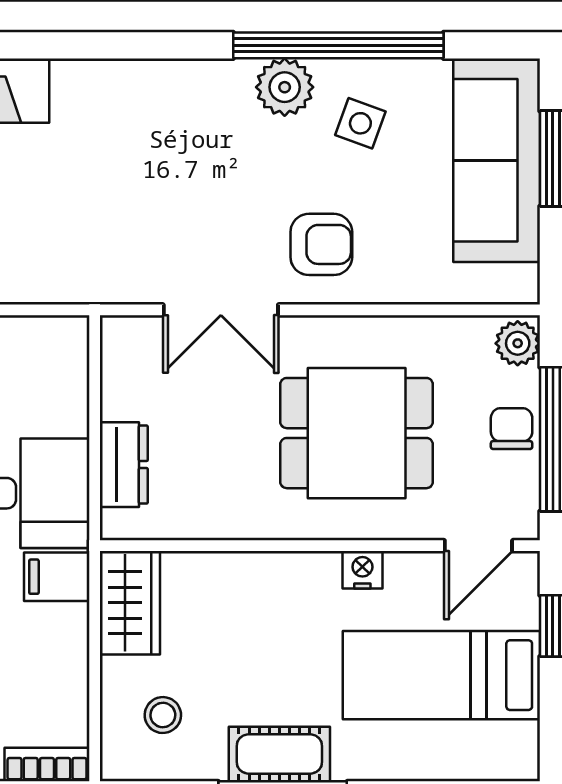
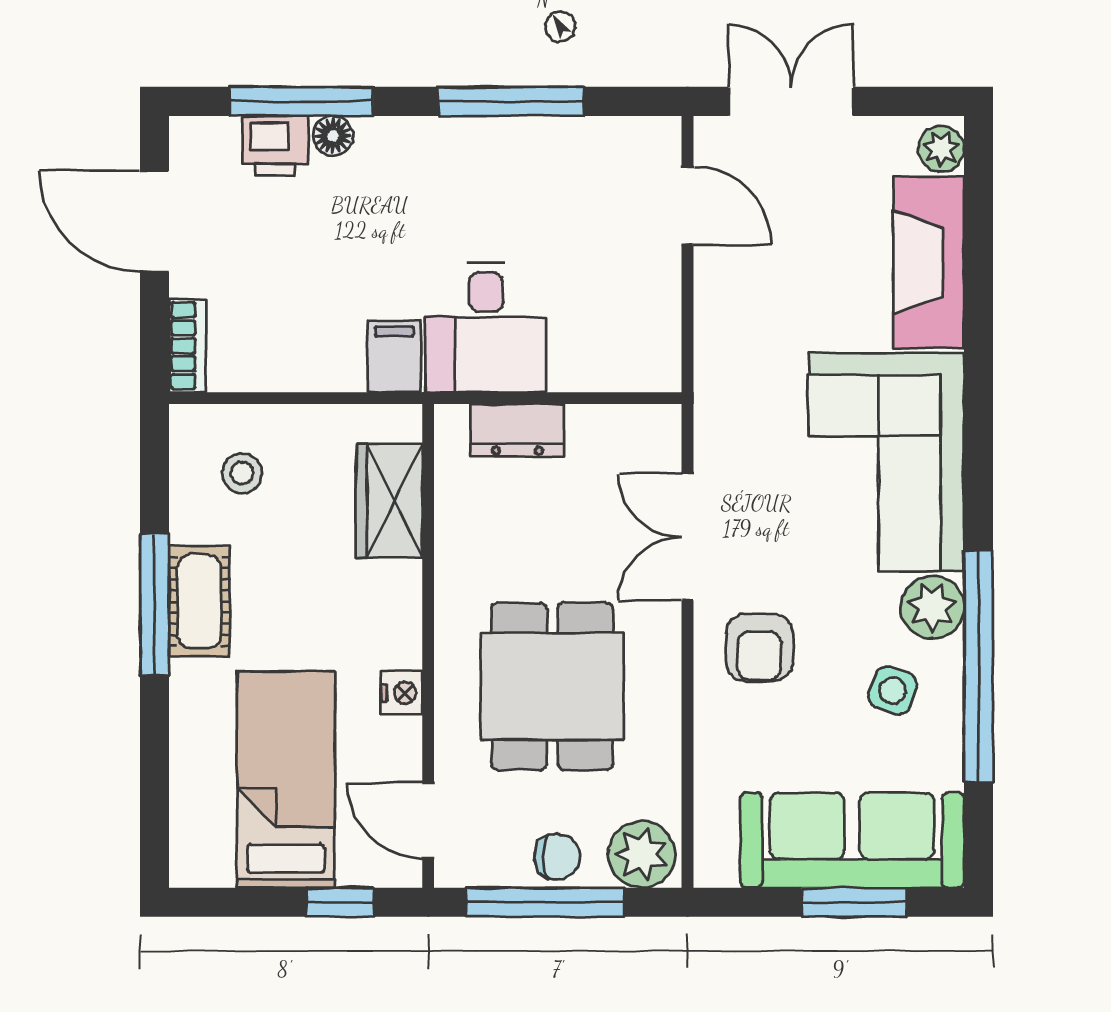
corner sofa: (153, 129) -> (886, 462), added
plant: (518, 343) -> (642, 854), width x1.38, depth x1.38
wardrobe: (130, 603) -> (389, 501), moved, turned 90

